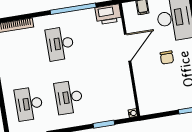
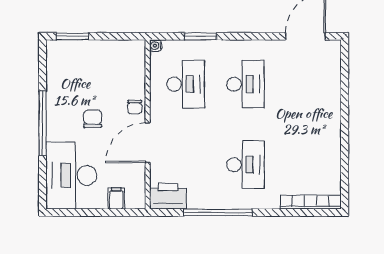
chair: (140, 70) -> (135, 107), added
desk: (29, 104) -> (186, 84), moved

